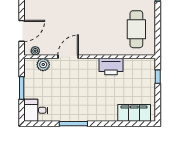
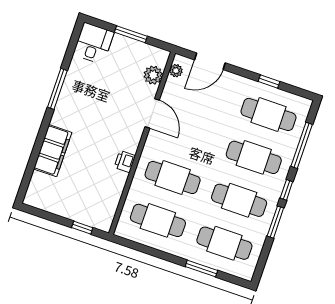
cafe table: (105, 29) -> (173, 178), added
door: (22, 31) -> (210, 61), hinge flipped
printer: (111, 67) -> (125, 162), width x0.53, depth x0.68
filing cabinet: (134, 113) -> (53, 151), moved

